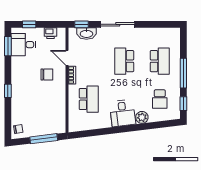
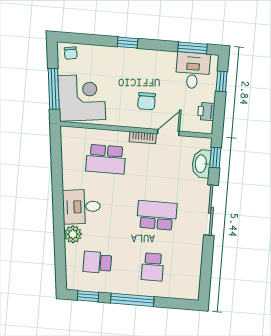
school desk: (160, 61) -> (153, 267), width x0.54
corner desk: (48, 119) -> (82, 98), added

